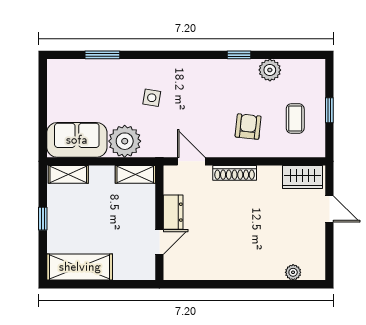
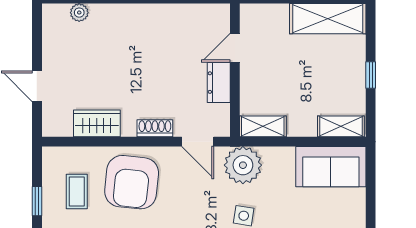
armchair: (248, 127) -> (132, 182), width x1.88, depth x1.88
plant: (125, 141) -> (243, 165), moved
shoe rack: (235, 173) -> (155, 128), width x0.70
wardrobe: (302, 177) -> (97, 123), moved

